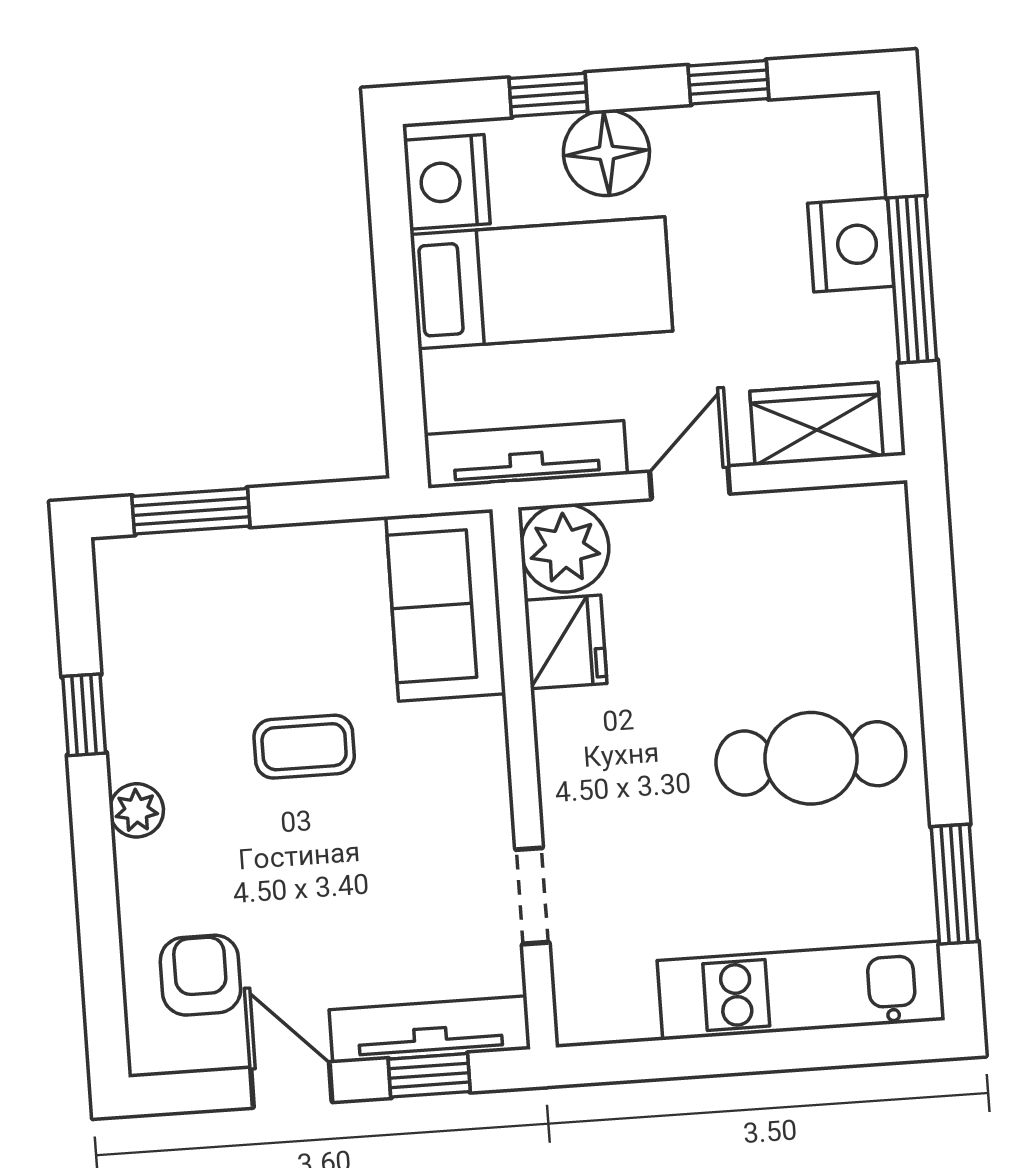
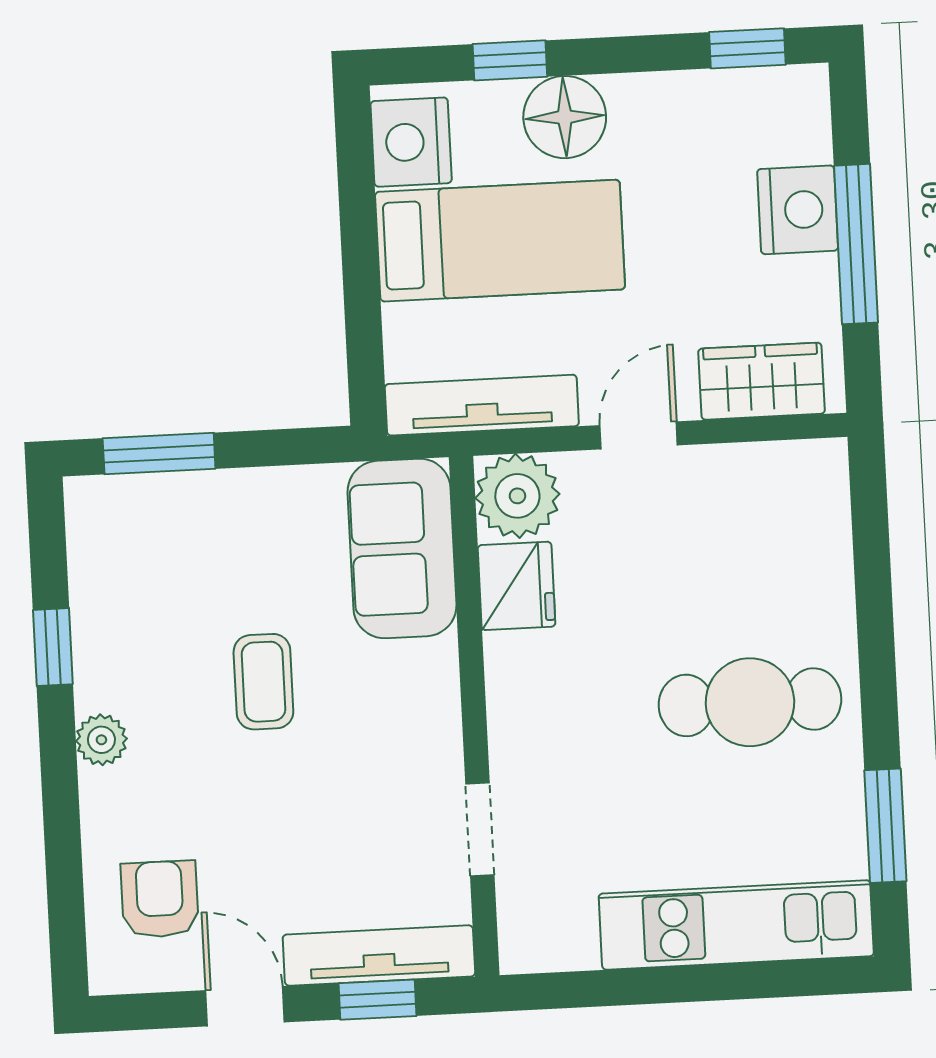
window: (728, 82) -> (747, 48), moved
coffee table: (304, 747) -> (263, 682), turned 90

